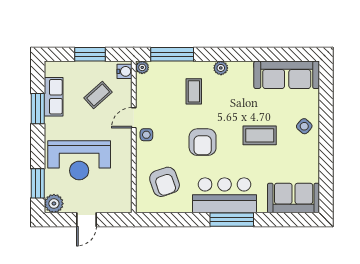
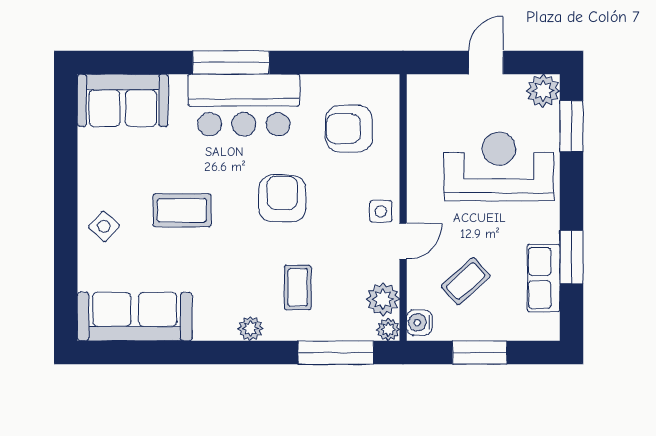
plant: (145, 85) -> (383, 299), added
armchair: (165, 182) -> (349, 129), turned -71

